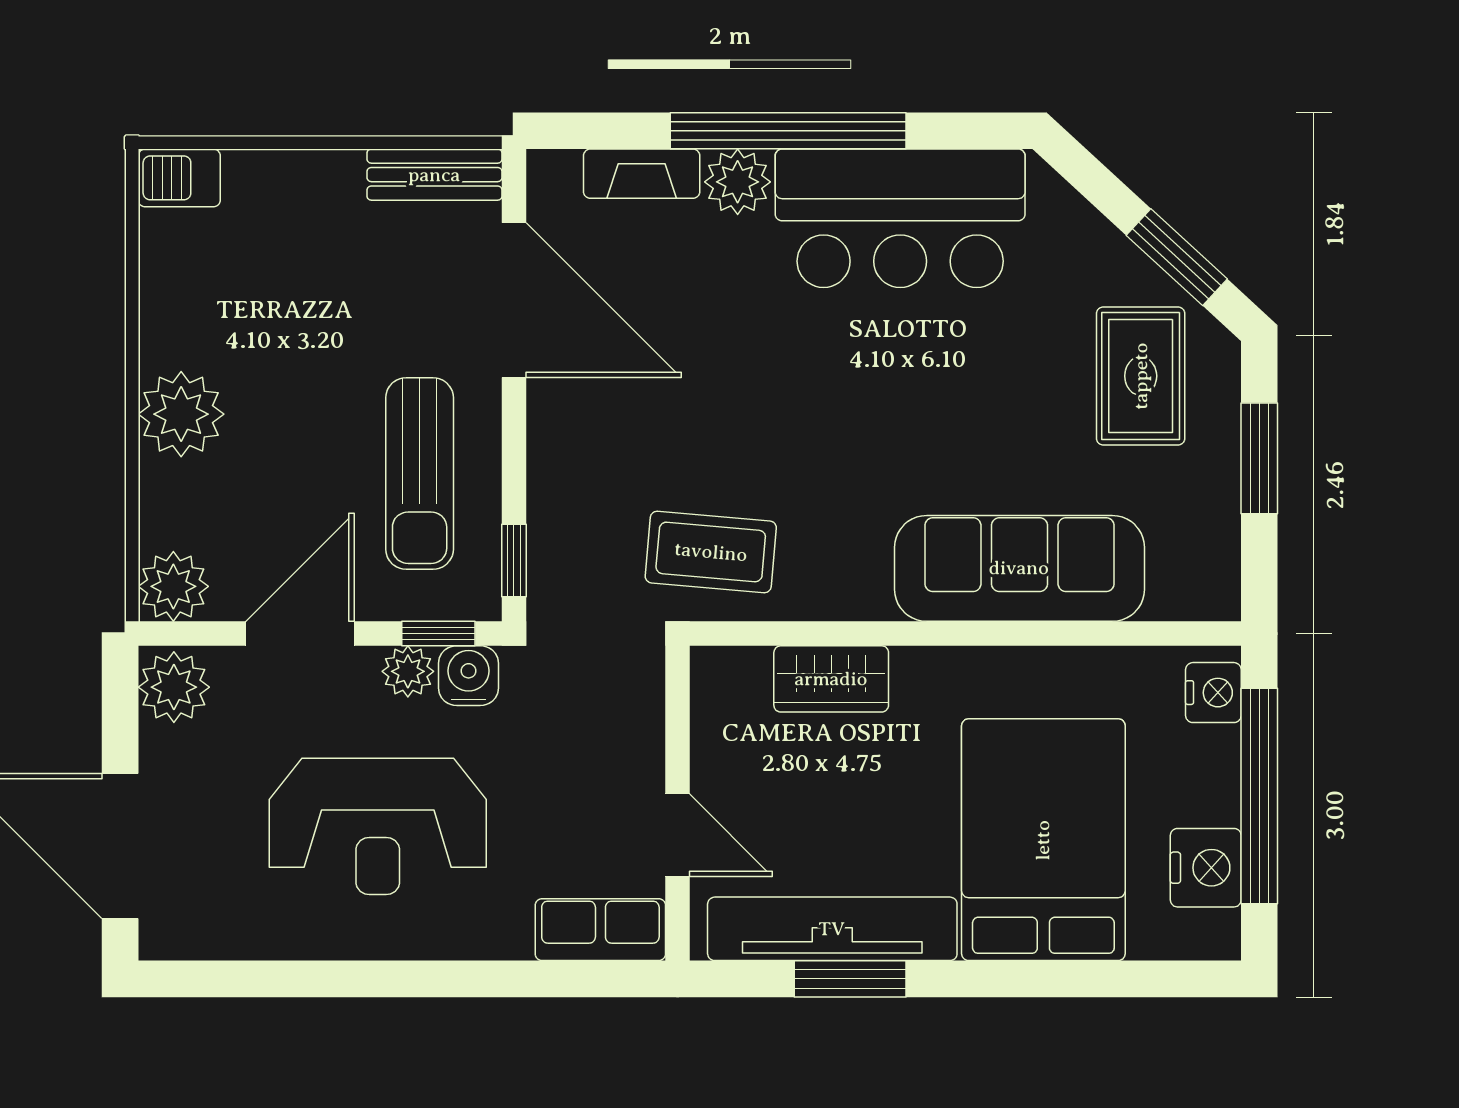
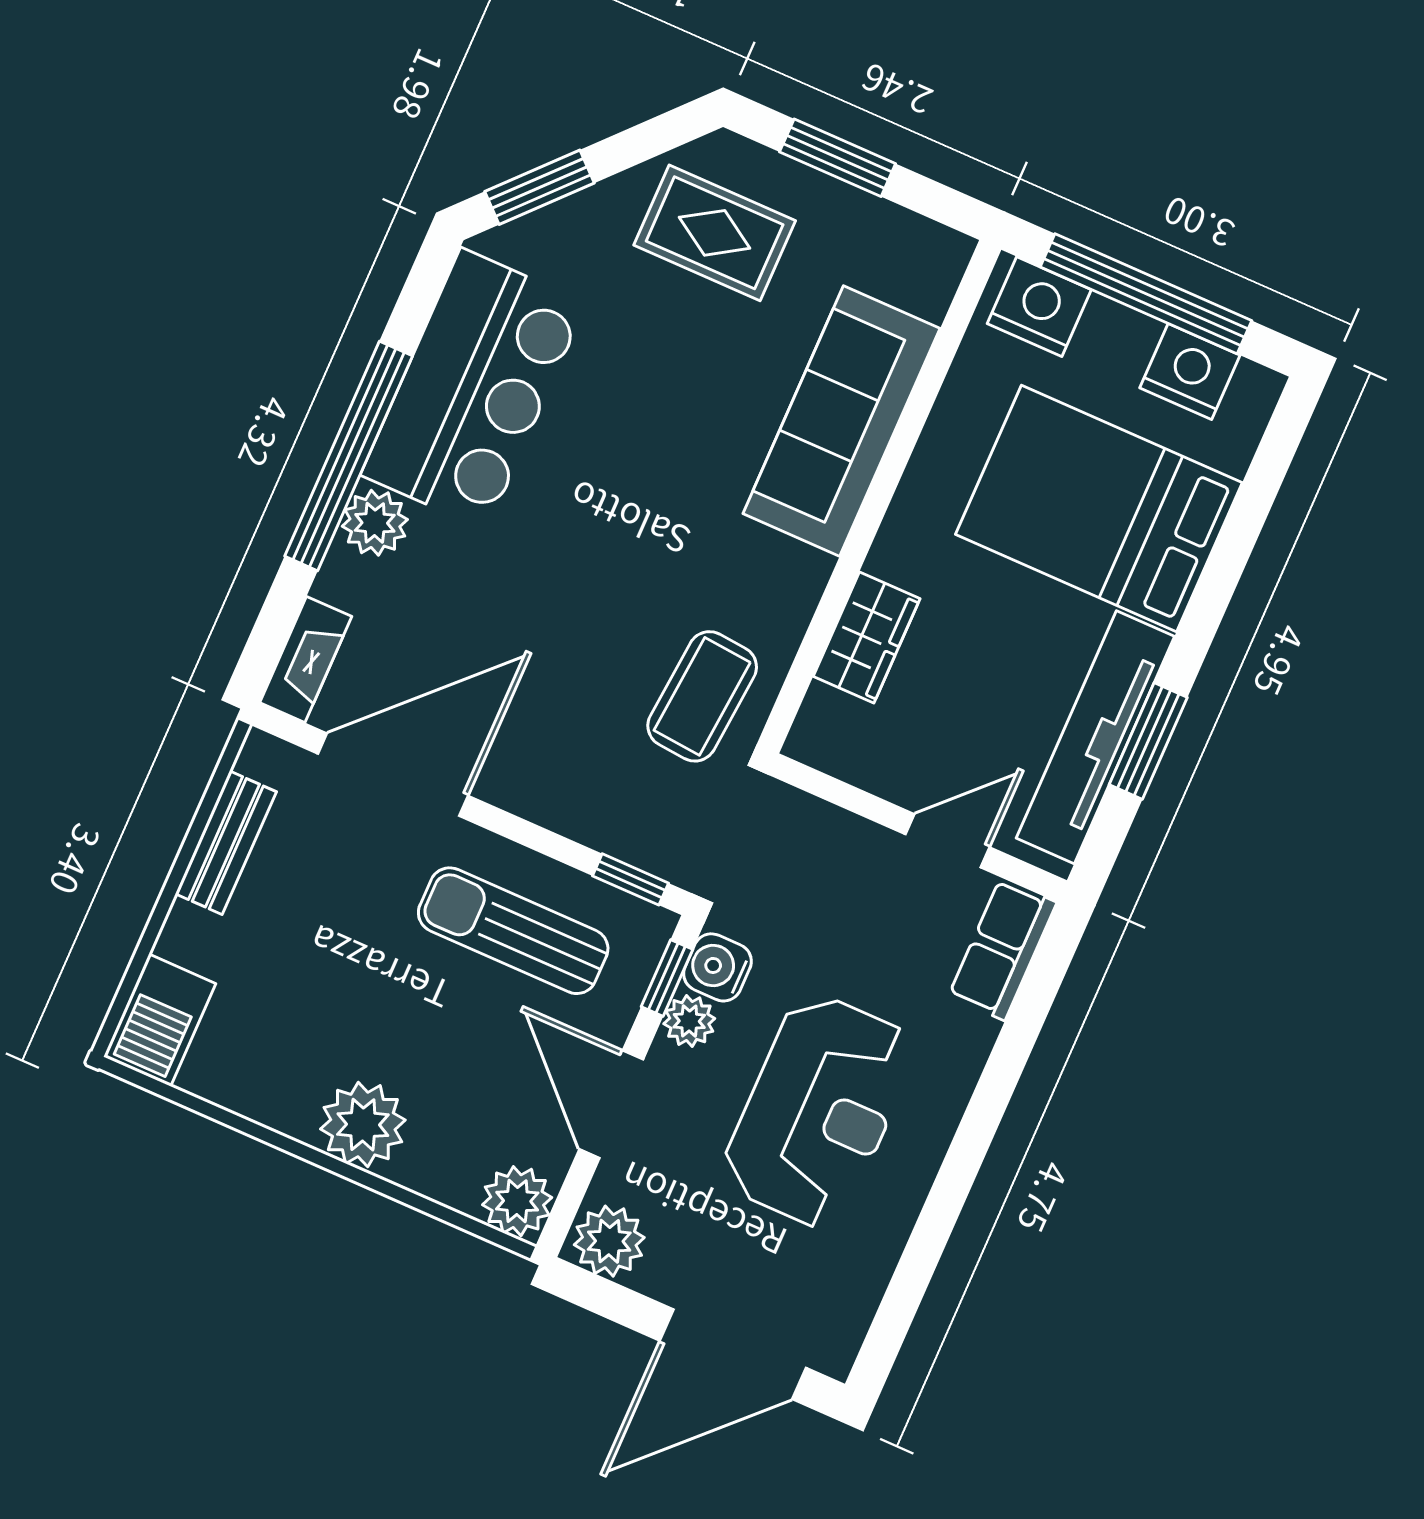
fireplace: (642, 174) -> (306, 660), moved
bench: (434, 175) -> (226, 843), moved
barbecue: (179, 178) -> (160, 1020), width x1.38, depth x1.27
window: (1177, 257) -> (540, 187), moved
sun lounger: (420, 474) -> (513, 931), turned 180
nightstand: (1213, 693) -> (1039, 307), width x1.36, depth x1.33

